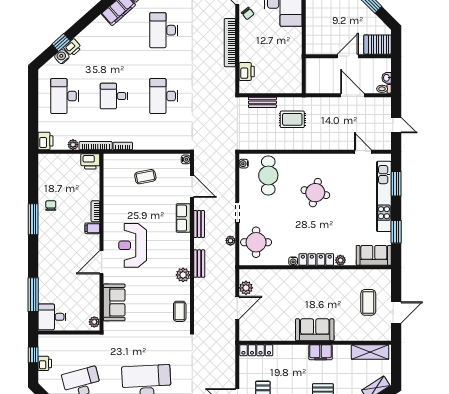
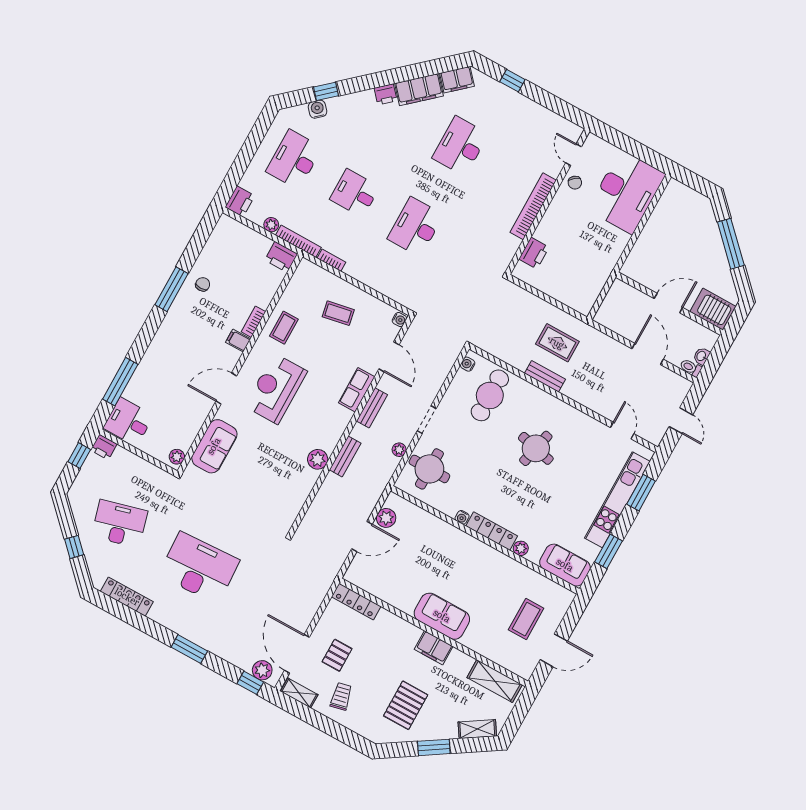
printer: (73, 47) -> (386, 94), moved
bench: (262, 102) -> (545, 376), moved
coffee table: (180, 311) -> (284, 328), moved
printer: (45, 363) -> (104, 447), moved, turned 90

